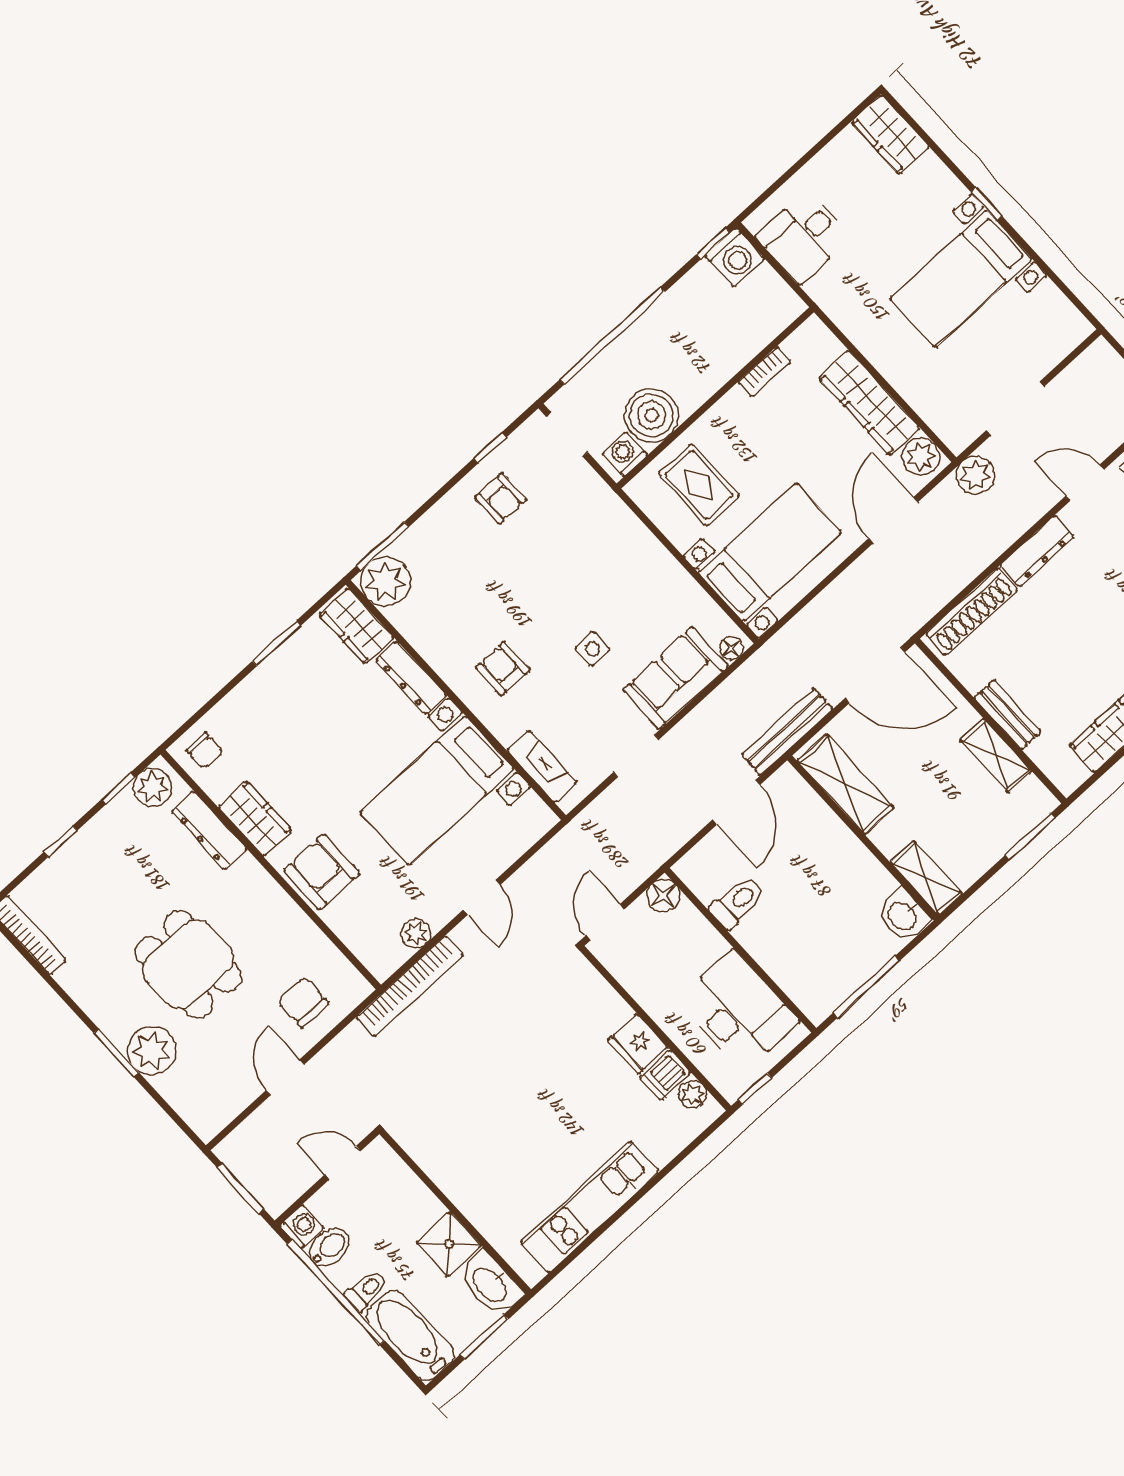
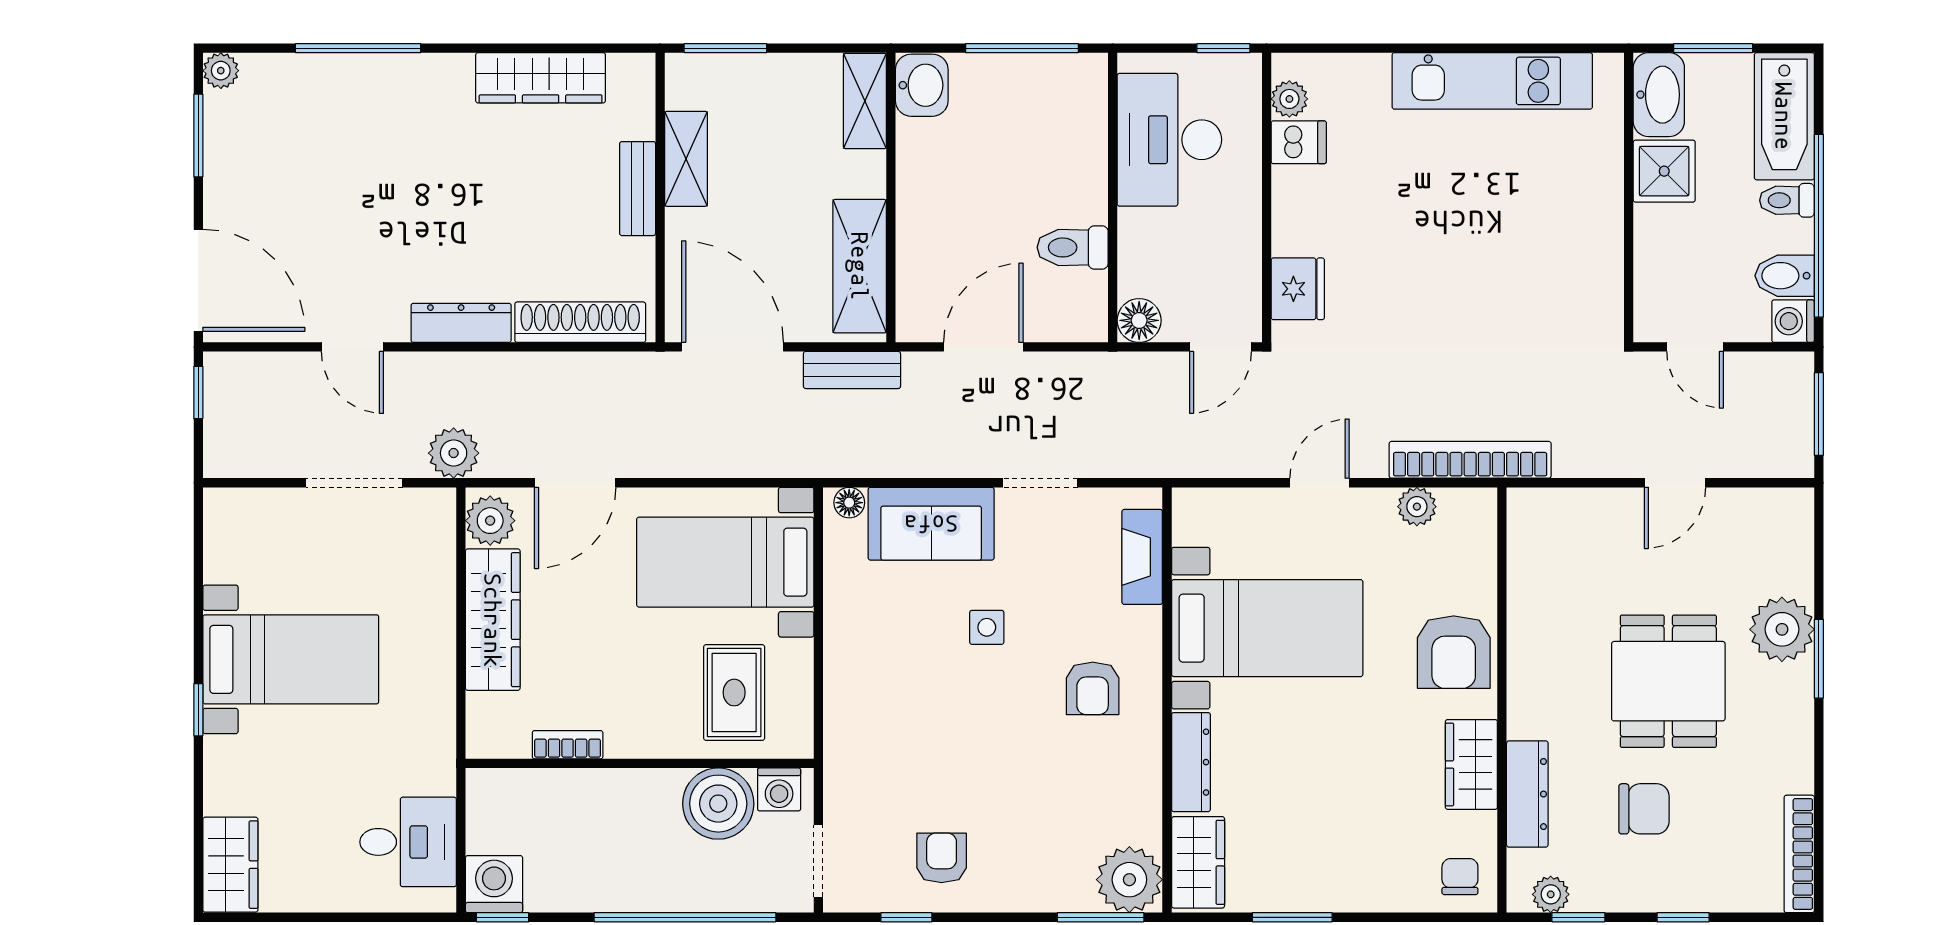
bench: (787, 732) -> (852, 370), width x0.73
plant: (153, 787) -> (1551, 894), width x0.73, depth x0.73
chair: (303, 1002) -> (1644, 809), moved, turned -90
fridge: (638, 1044) -> (1298, 289), moved

